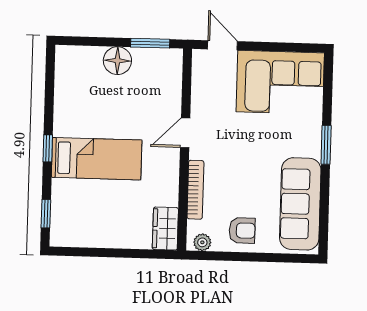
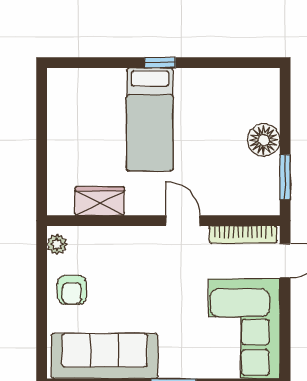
bookcase: (195, 190) -> (243, 234), moved
window: (46, 214) -> (85, 63), removed
wardrobe: (165, 229) -> (100, 201), moved

